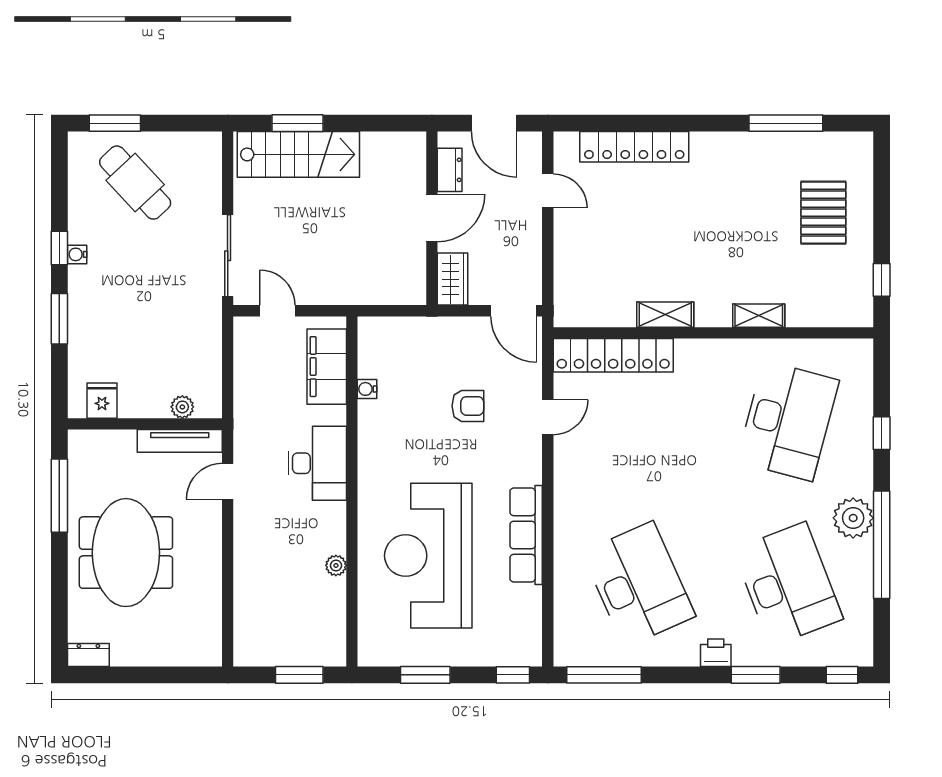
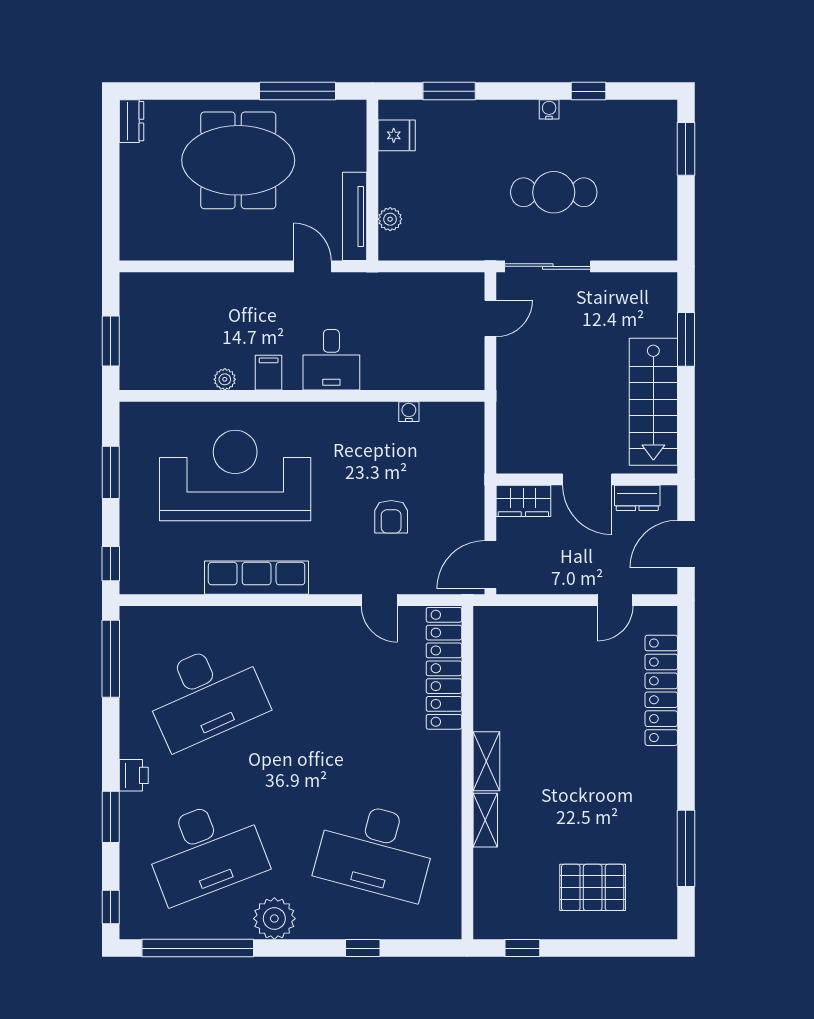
stairs: (298, 154) -> (653, 402), moved
cafe table: (135, 183) -> (554, 192), moved, turned 43
window: (59, 248) -> (588, 91), moved
shelving: (665, 315) -> (486, 761), moved
window: (59, 319) -> (449, 91), moved
filing cabinet: (327, 367) -> (269, 373), moved, width x0.33, depth x0.86
desk: (317, 463) -> (331, 360), width x0.73
window: (882, 545) -> (198, 948), moved

